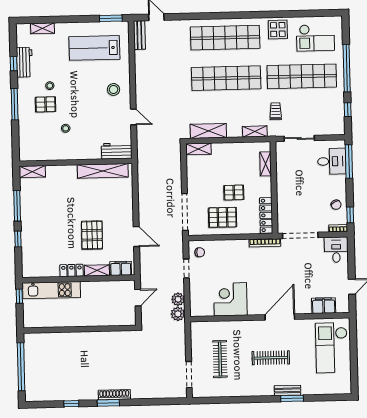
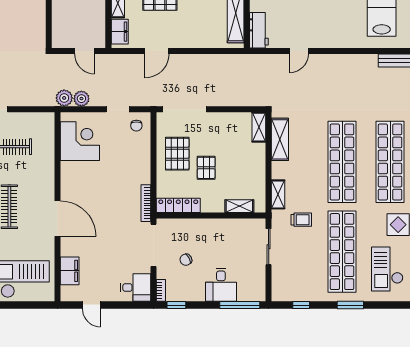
window: (347, 68) -> (350, 305), width x0.47
stool: (114, 89) -> (332, 28), removed
desk: (332, 161) -> (221, 285), moved
chair: (336, 205) -> (186, 260), moved
corner desk: (230, 299) -> (80, 141), moved

